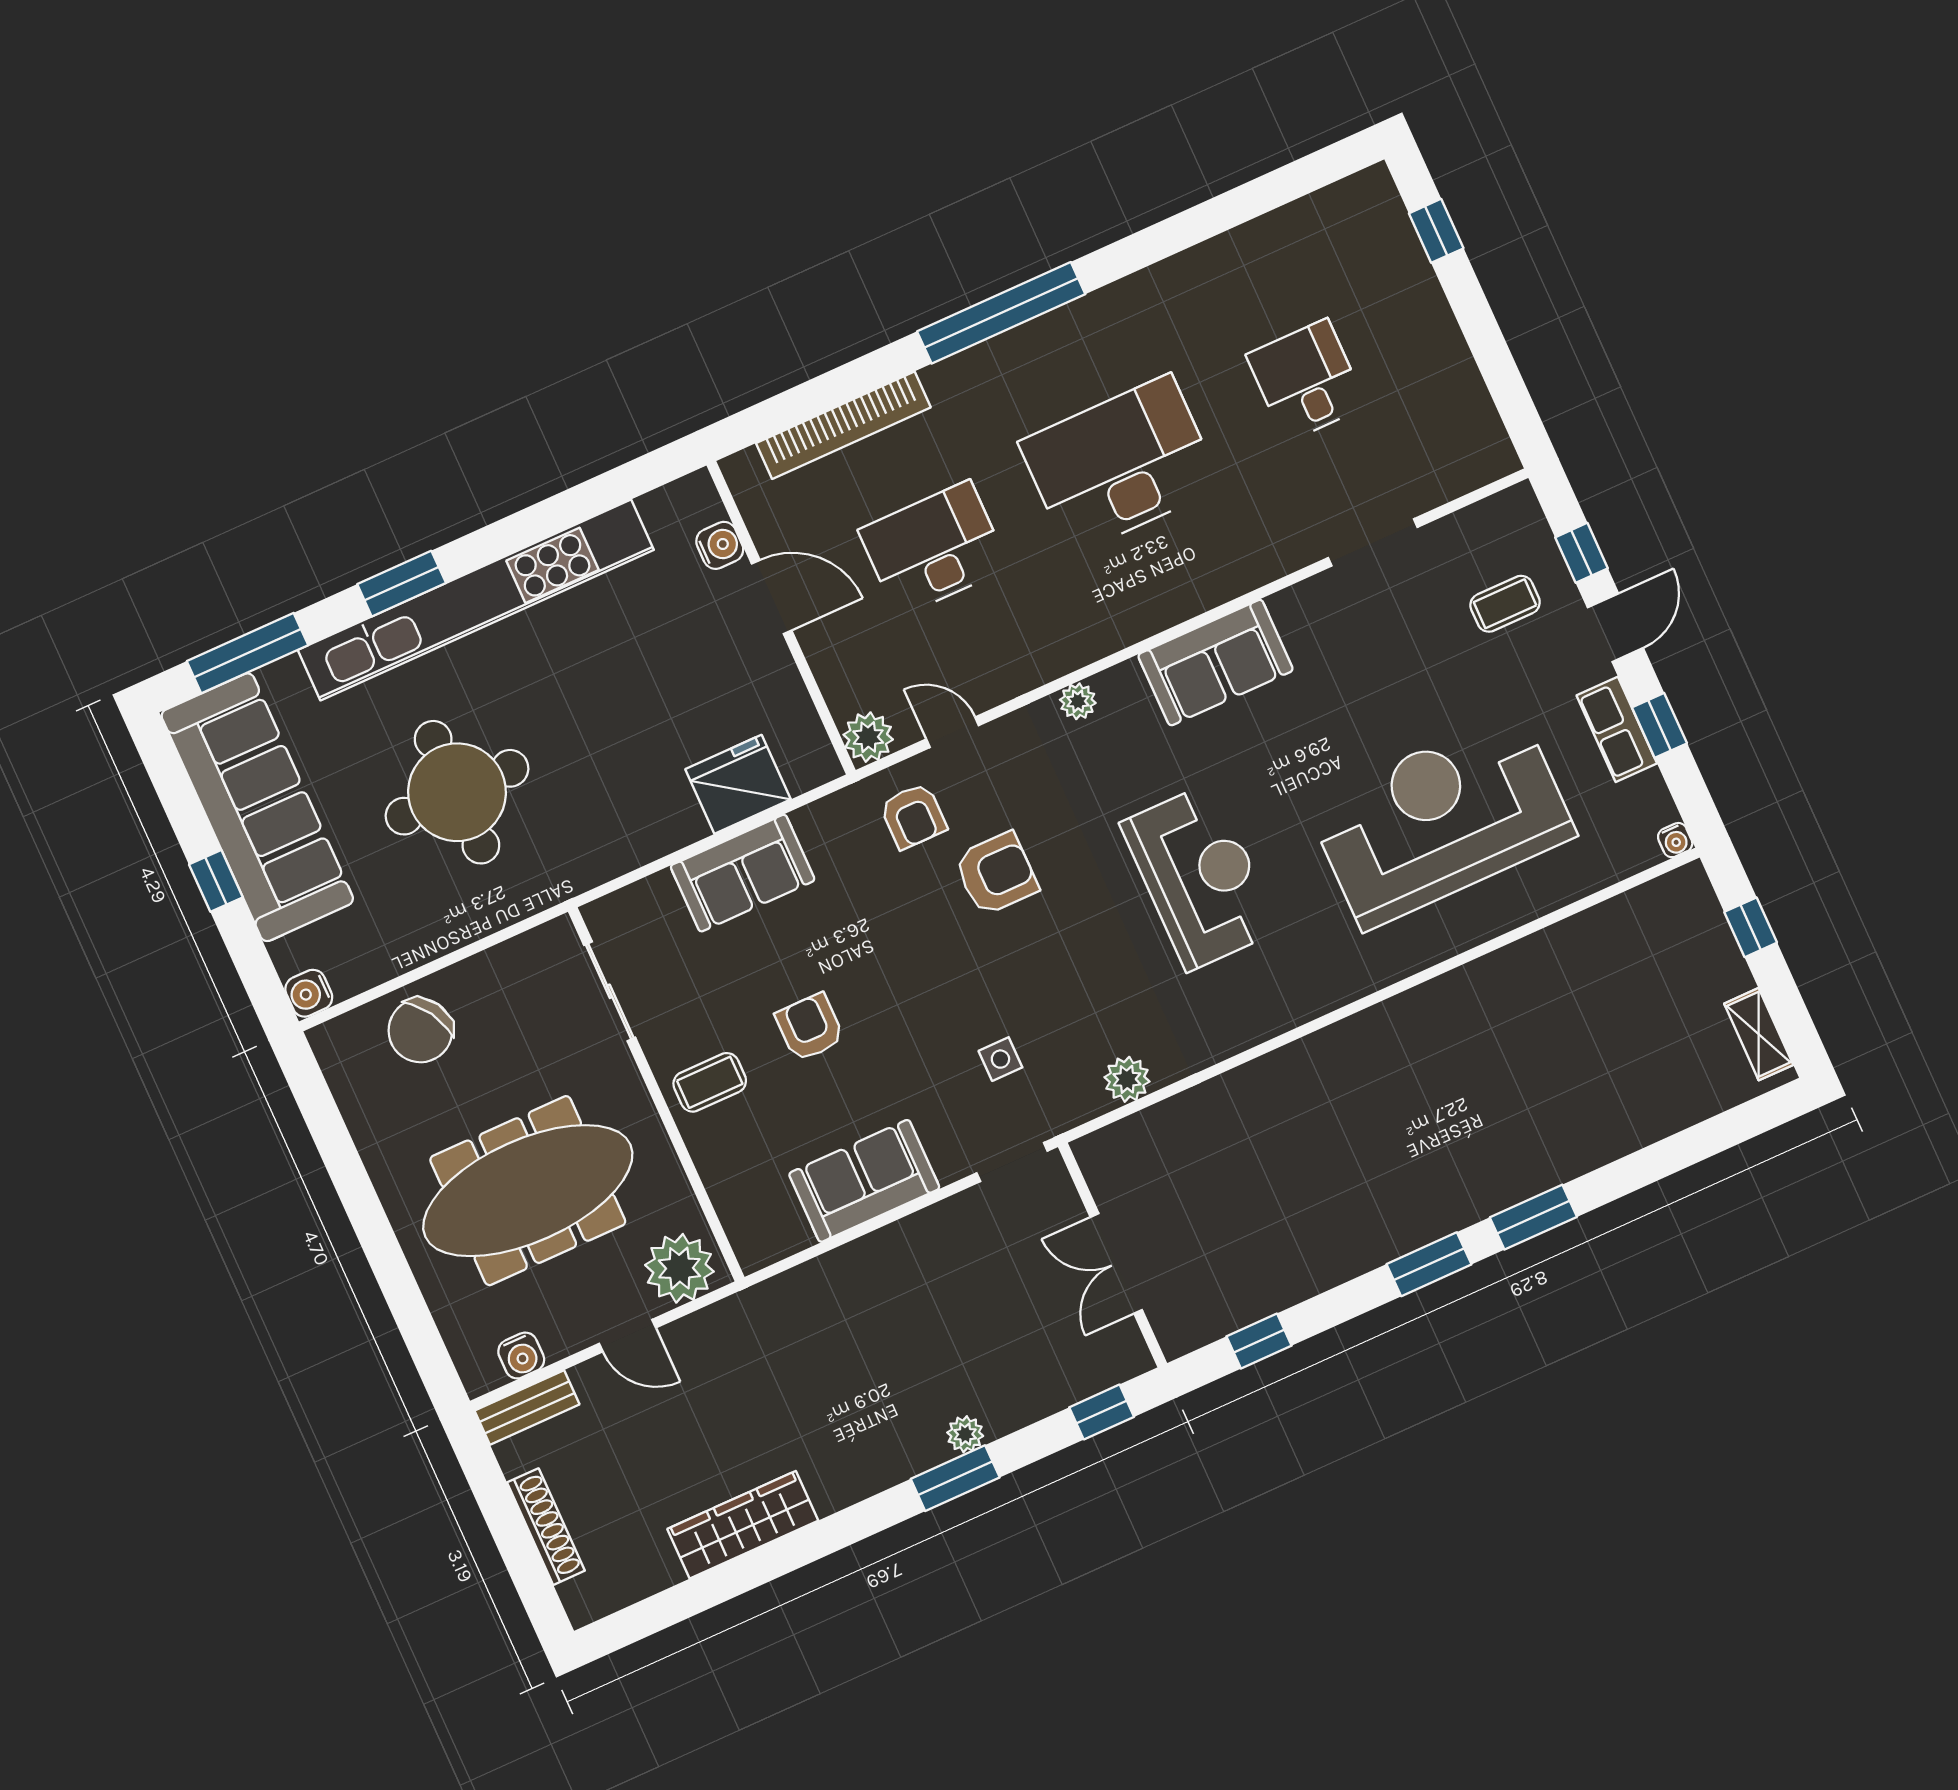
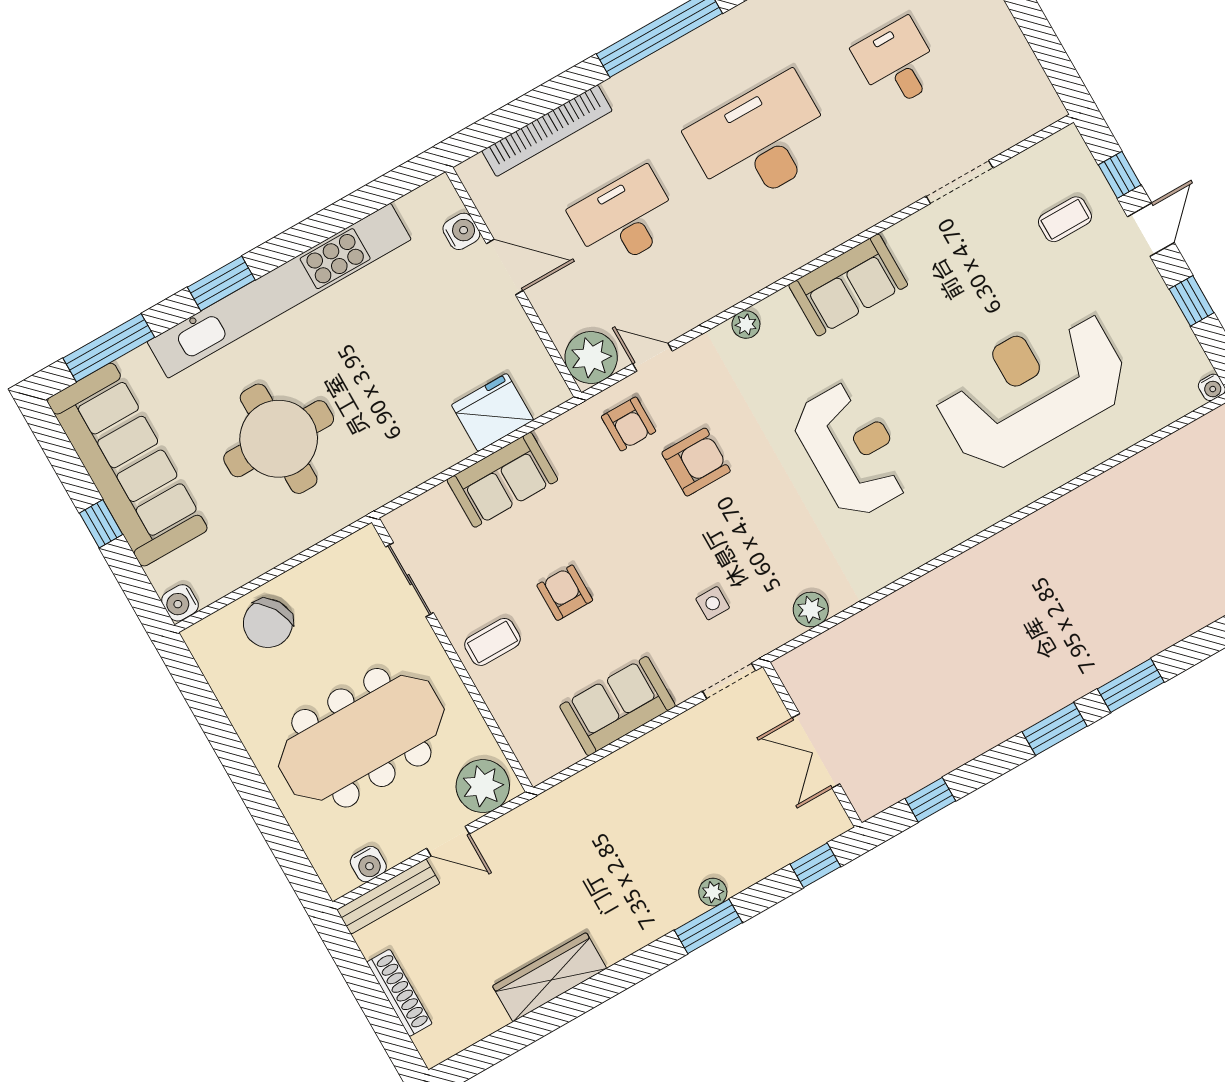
row of seats: (1617, 729) -> (1159, 307), removed
plant: (868, 737) -> (591, 357), width x1.36, depth x1.36
bench: (527, 1407) -> (388, 896), width x1.36

